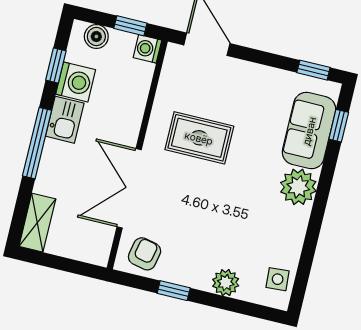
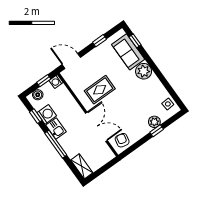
window: (313, 70) -> (100, 41), moved
double door: (129, 188) -> (96, 127), swing flipped
window: (174, 291) -> (157, 131), moved

